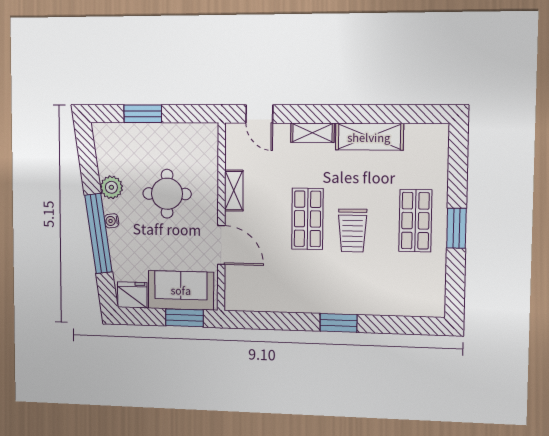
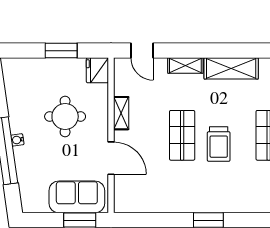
window: (143, 114) -> (61, 51), moved
plant: (111, 187) -> (17, 112), removed
fridge: (132, 295) -> (97, 70), moved, turned -90

